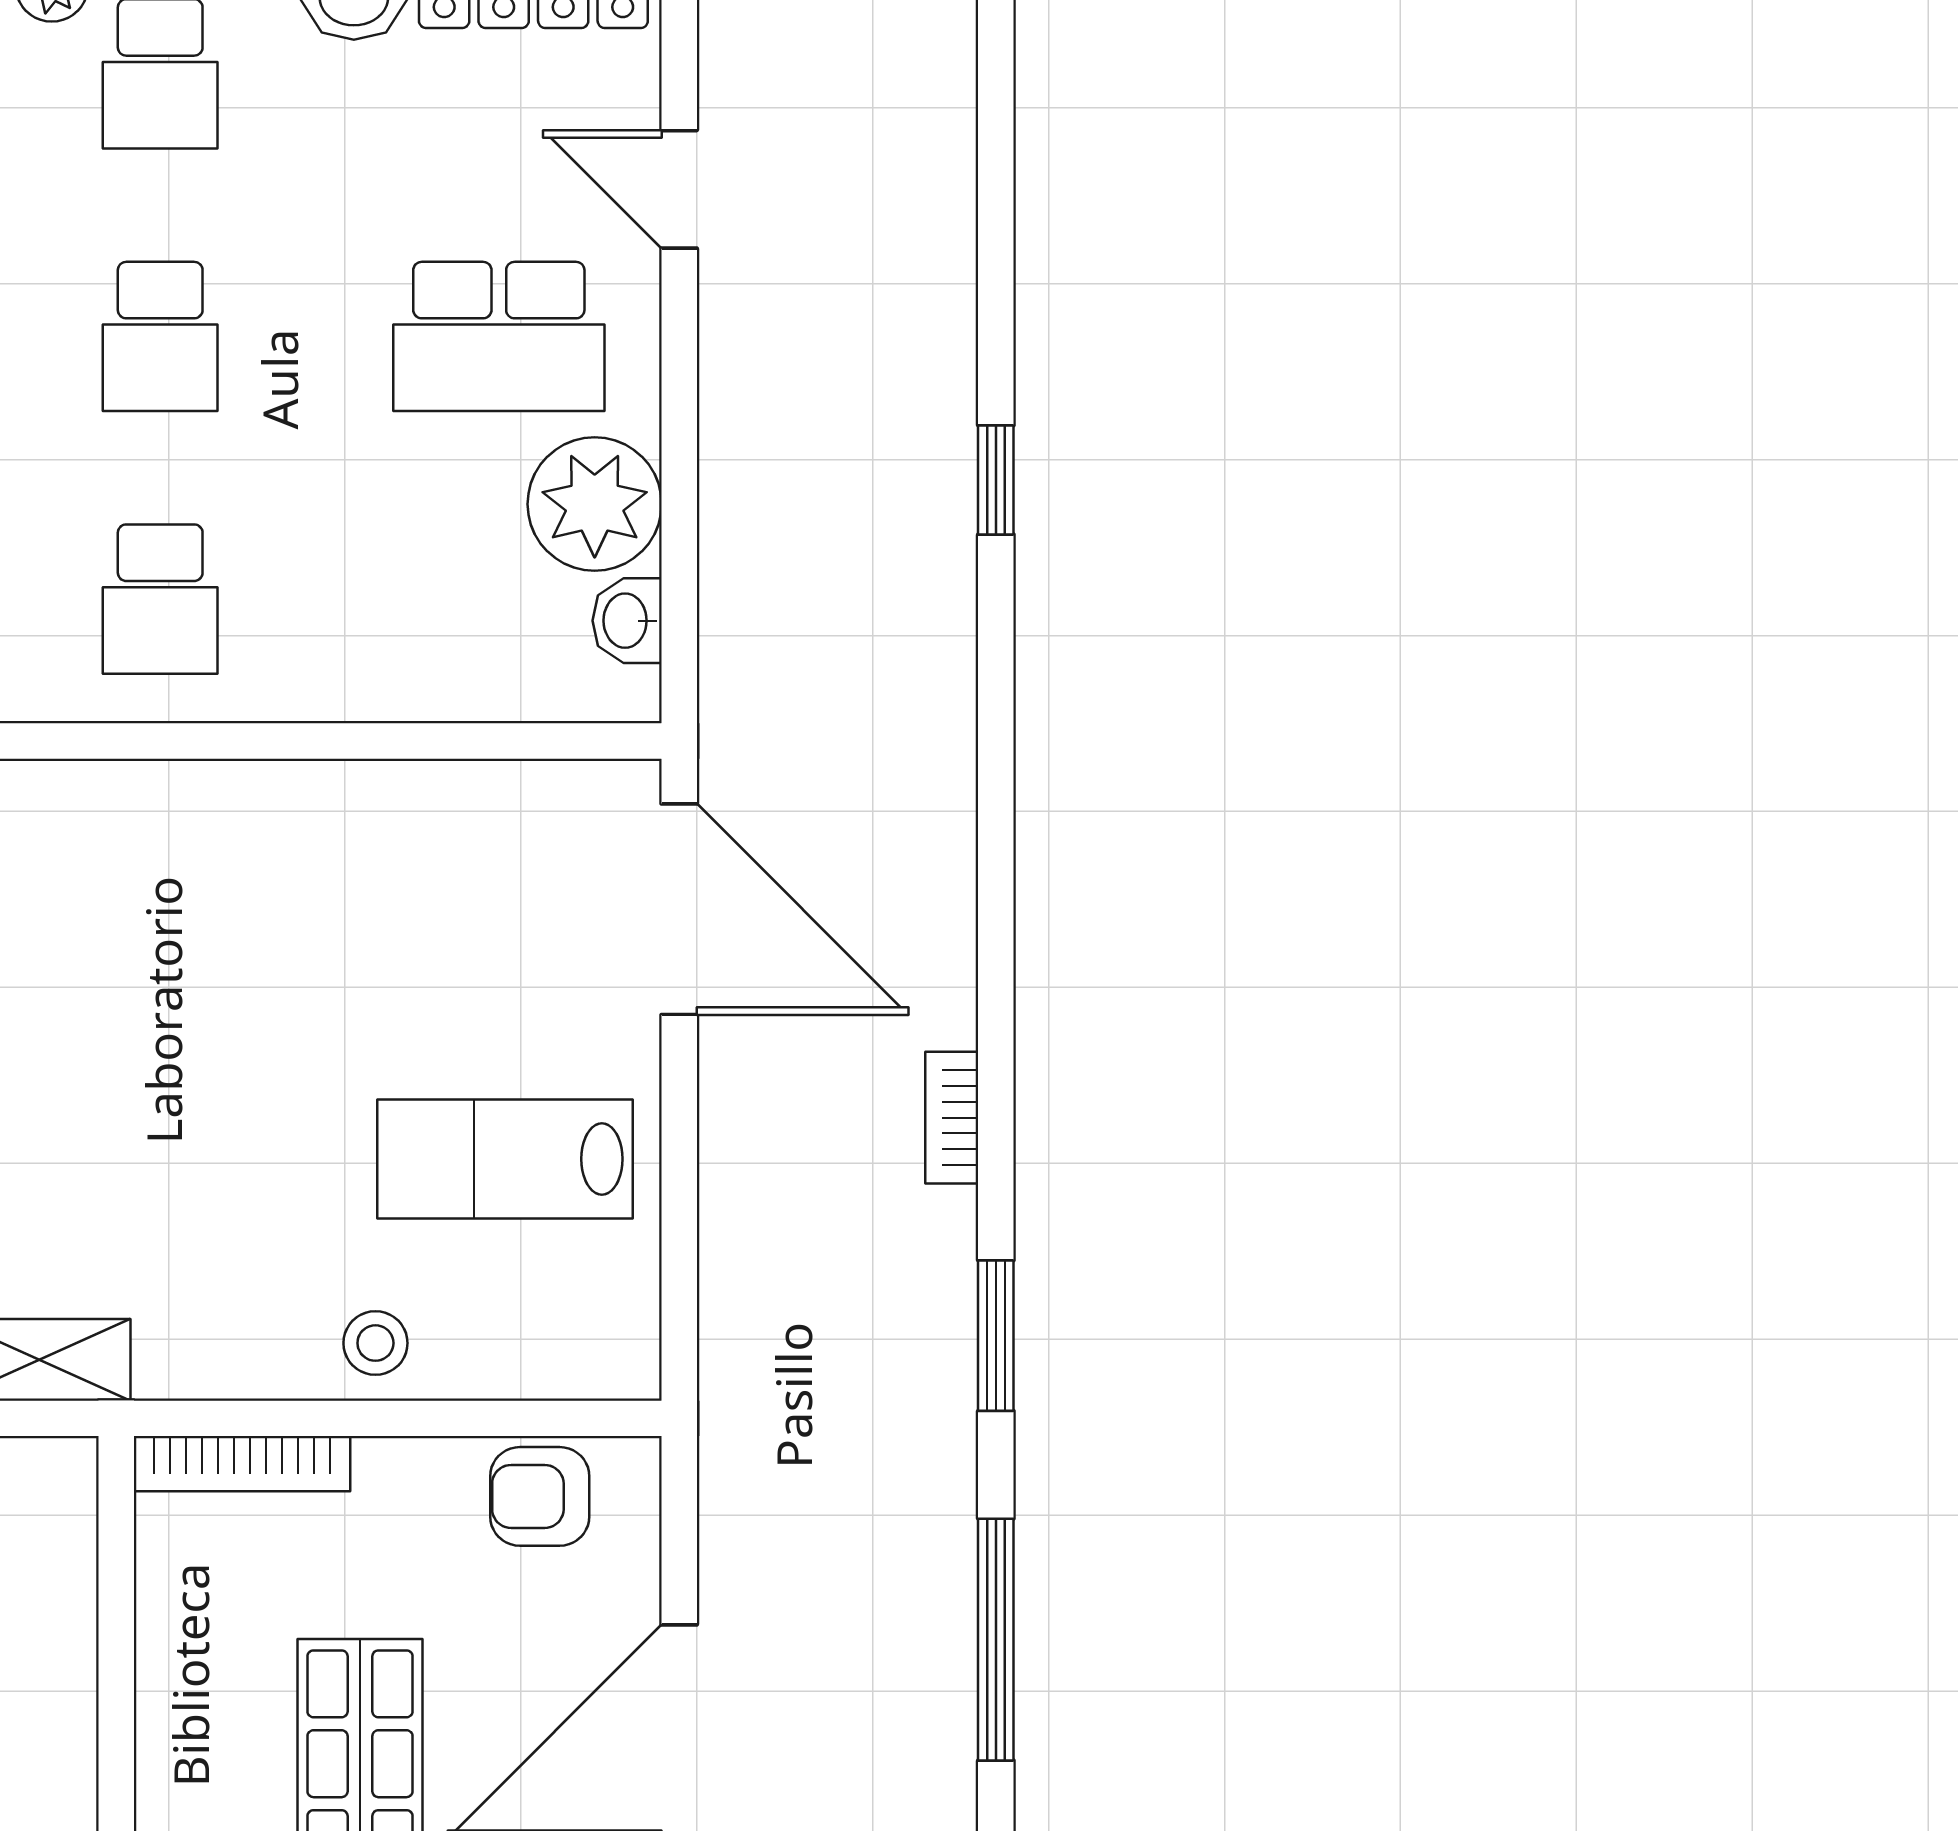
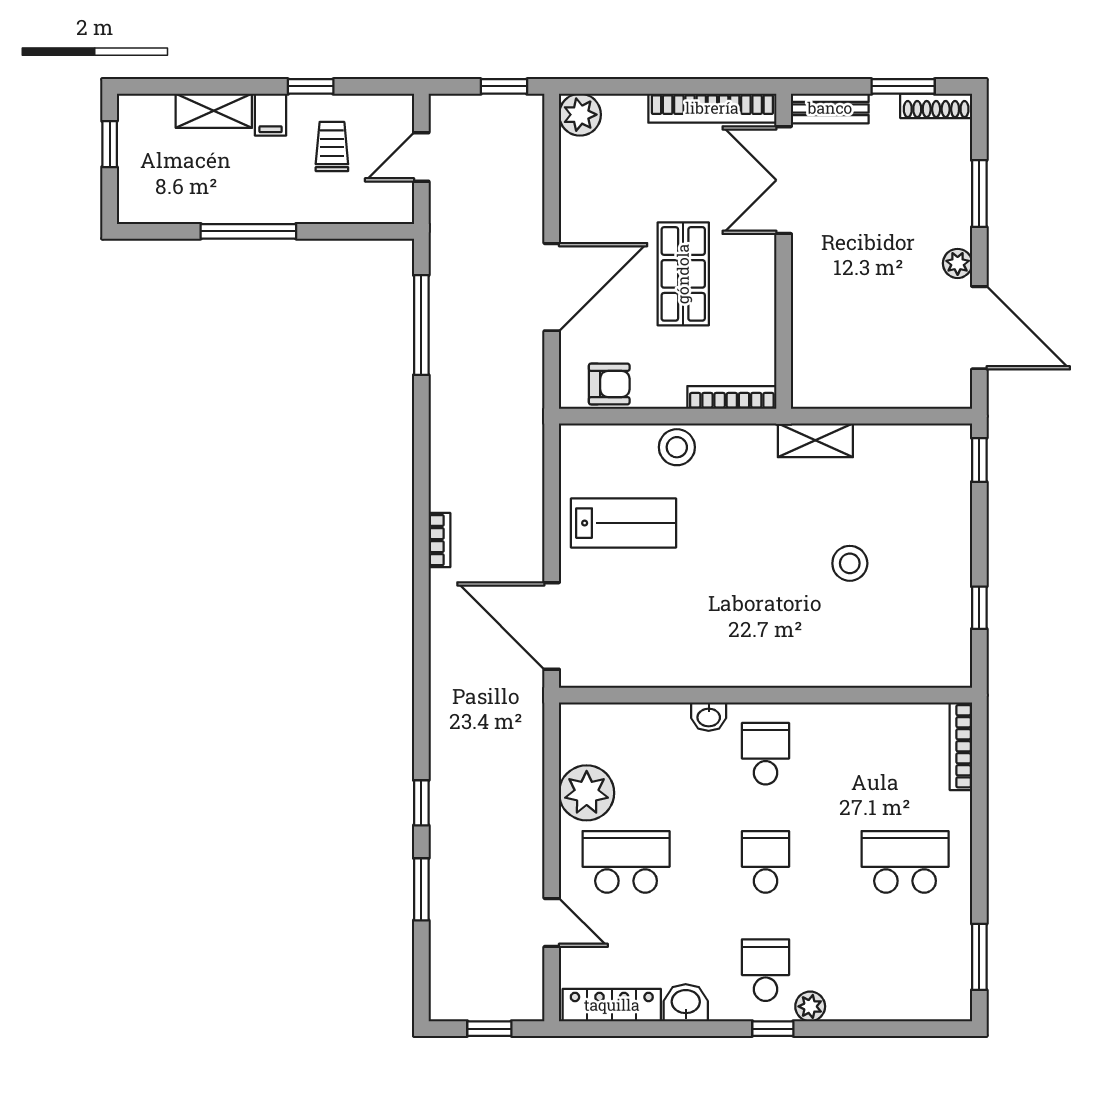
washbasin: (627, 621) -> (709, 717), moved, turned 90
window: (996, 1336) -> (421, 889), moved
stool: (375, 1343) -> (677, 447), width x1.37, depth x1.37

